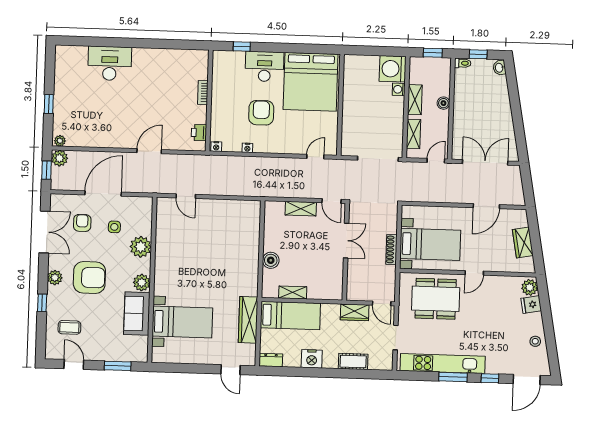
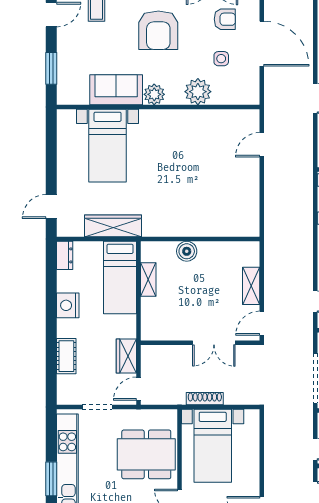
dining table: (436, 299) -> (146, 454), turned 90

